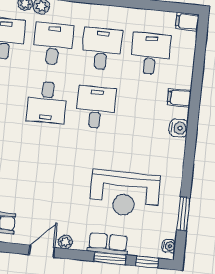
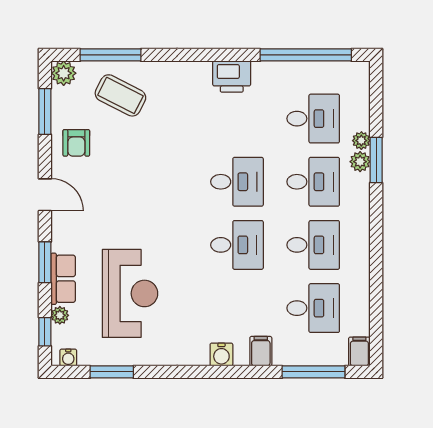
window: (199, 59) -> (314, 372), added
desk: (47, 102) -> (237, 182), turned 180
reception desk: (124, 194) -> (130, 293), turned 180
plant: (65, 242) -> (60, 315), moved
window: (110, 258) -> (45, 262), moved

